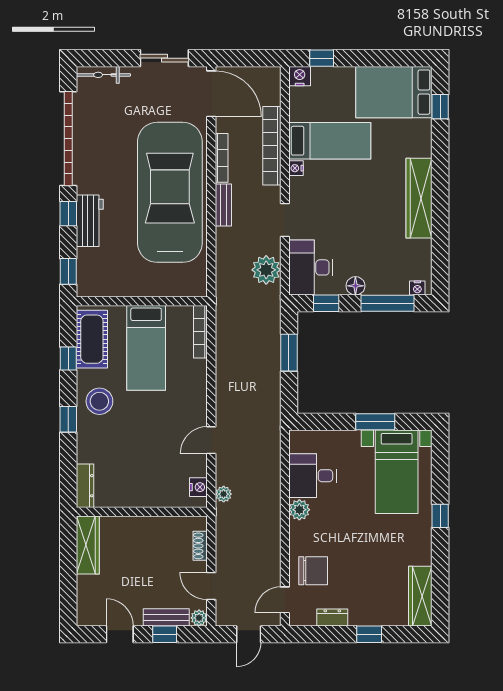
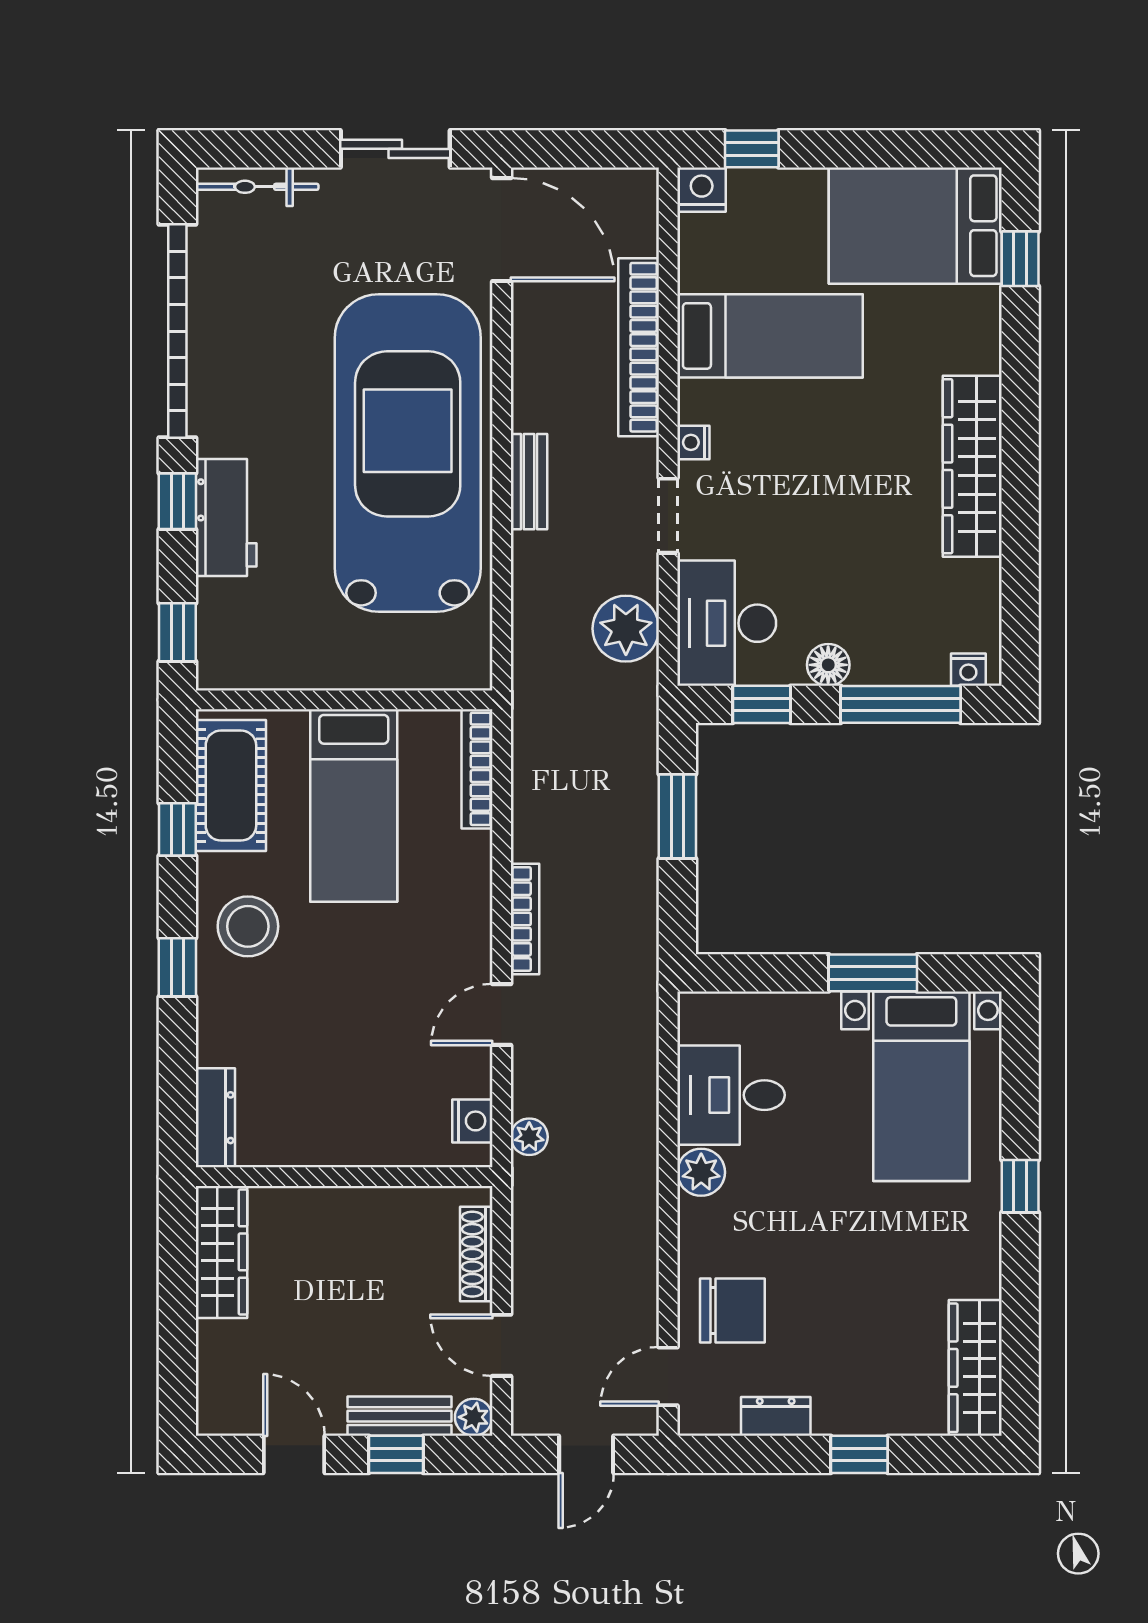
bookcase: (222, 158) -> (525, 919), moved
nightstand: (296, 168) -> (693, 442), moved
shoe rack: (200, 546) -> (476, 1254), width x1.43

